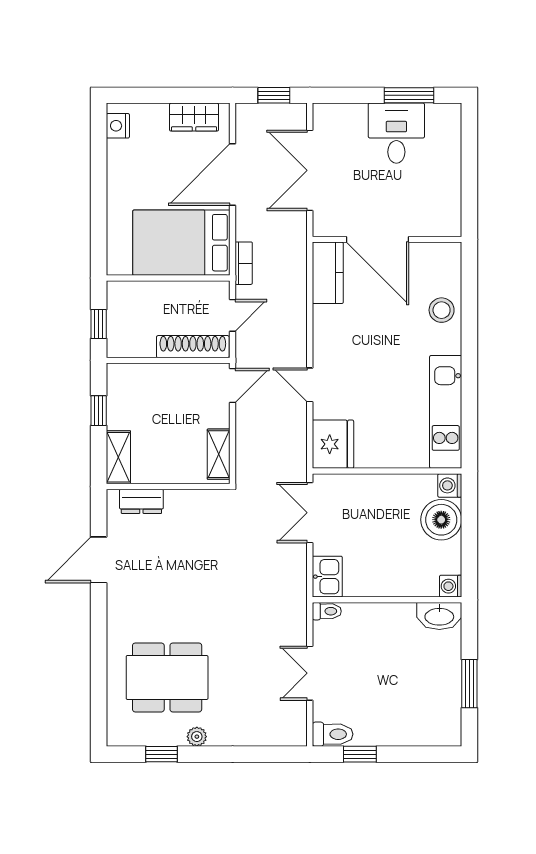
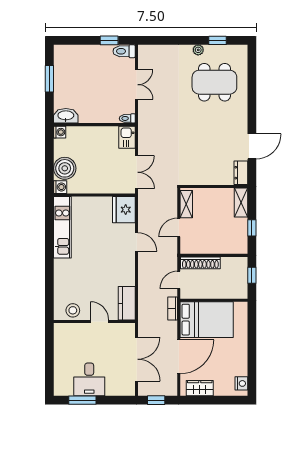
door: (377, 239) -> (100, 321), width x0.53
stool: (442, 310) -> (73, 310), moved
door: (233, 385) -> (179, 227), moved
dresser: (141, 501) -> (241, 173), moved, turned -90

